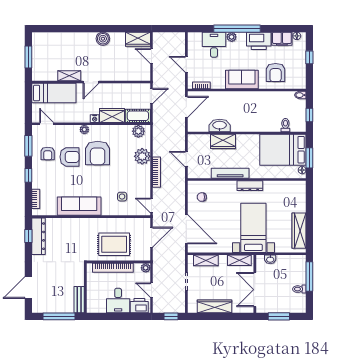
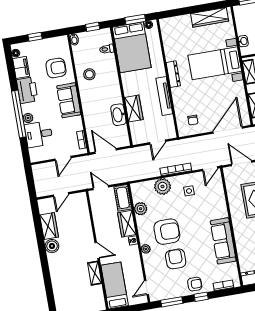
wardrobe: (138, 39) -> (49, 226), moved
stool: (264, 104) -> (89, 74), added
plant: (138, 131) -> (141, 209), moved
armchair: (48, 154) -> (195, 284), moved
side table: (122, 197) -> (189, 191), moved

